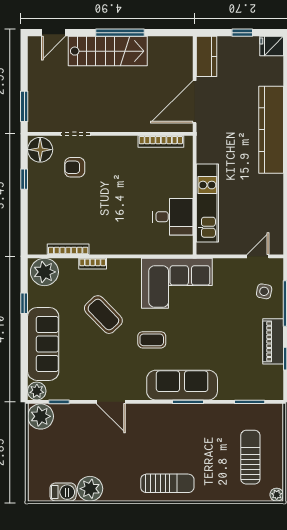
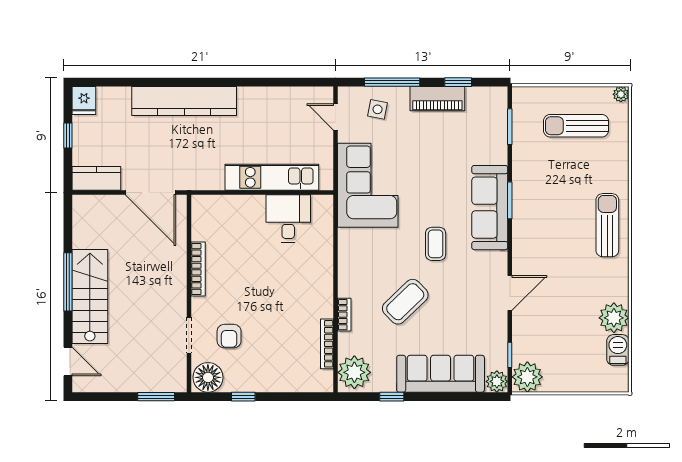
bookcase: (161, 141) -> (198, 269), moved
corner sofa: (177, 283) -> (368, 185), moved

